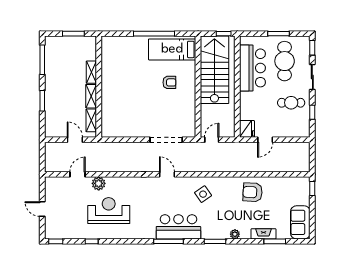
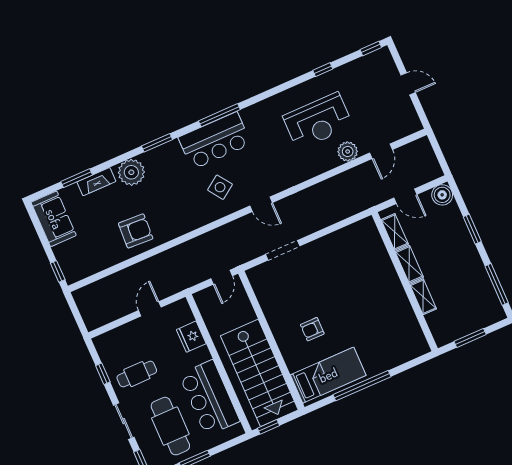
fridge: (247, 129) -> (191, 337), moved
boiler: (52, 130) -> (442, 195), added
doorway: (166, 140) -> (283, 250), width x0.73
side table: (203, 194) -> (220, 187), moved
plant: (235, 234) -> (131, 172), width x1.87, depth x1.87

